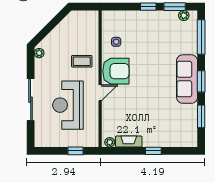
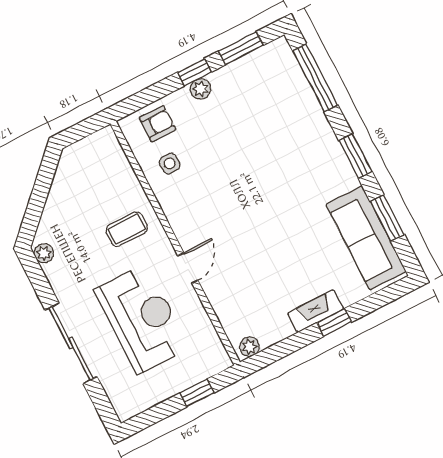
plant: (184, 15) -> (200, 89), moved
armchair: (116, 71) -> (158, 124), moved, width x0.53, depth x0.53
sofa: (187, 79) -> (366, 238), moved
reception desk: (68, 105) -> (142, 319), turned 180
fireplace: (129, 142) -> (316, 311), moved

